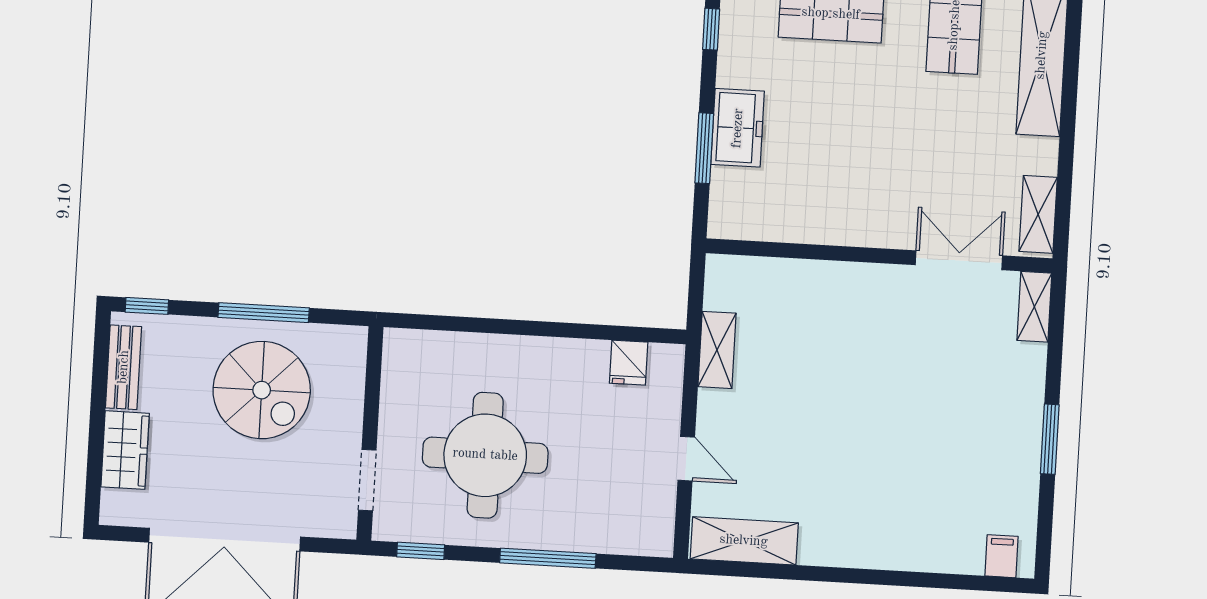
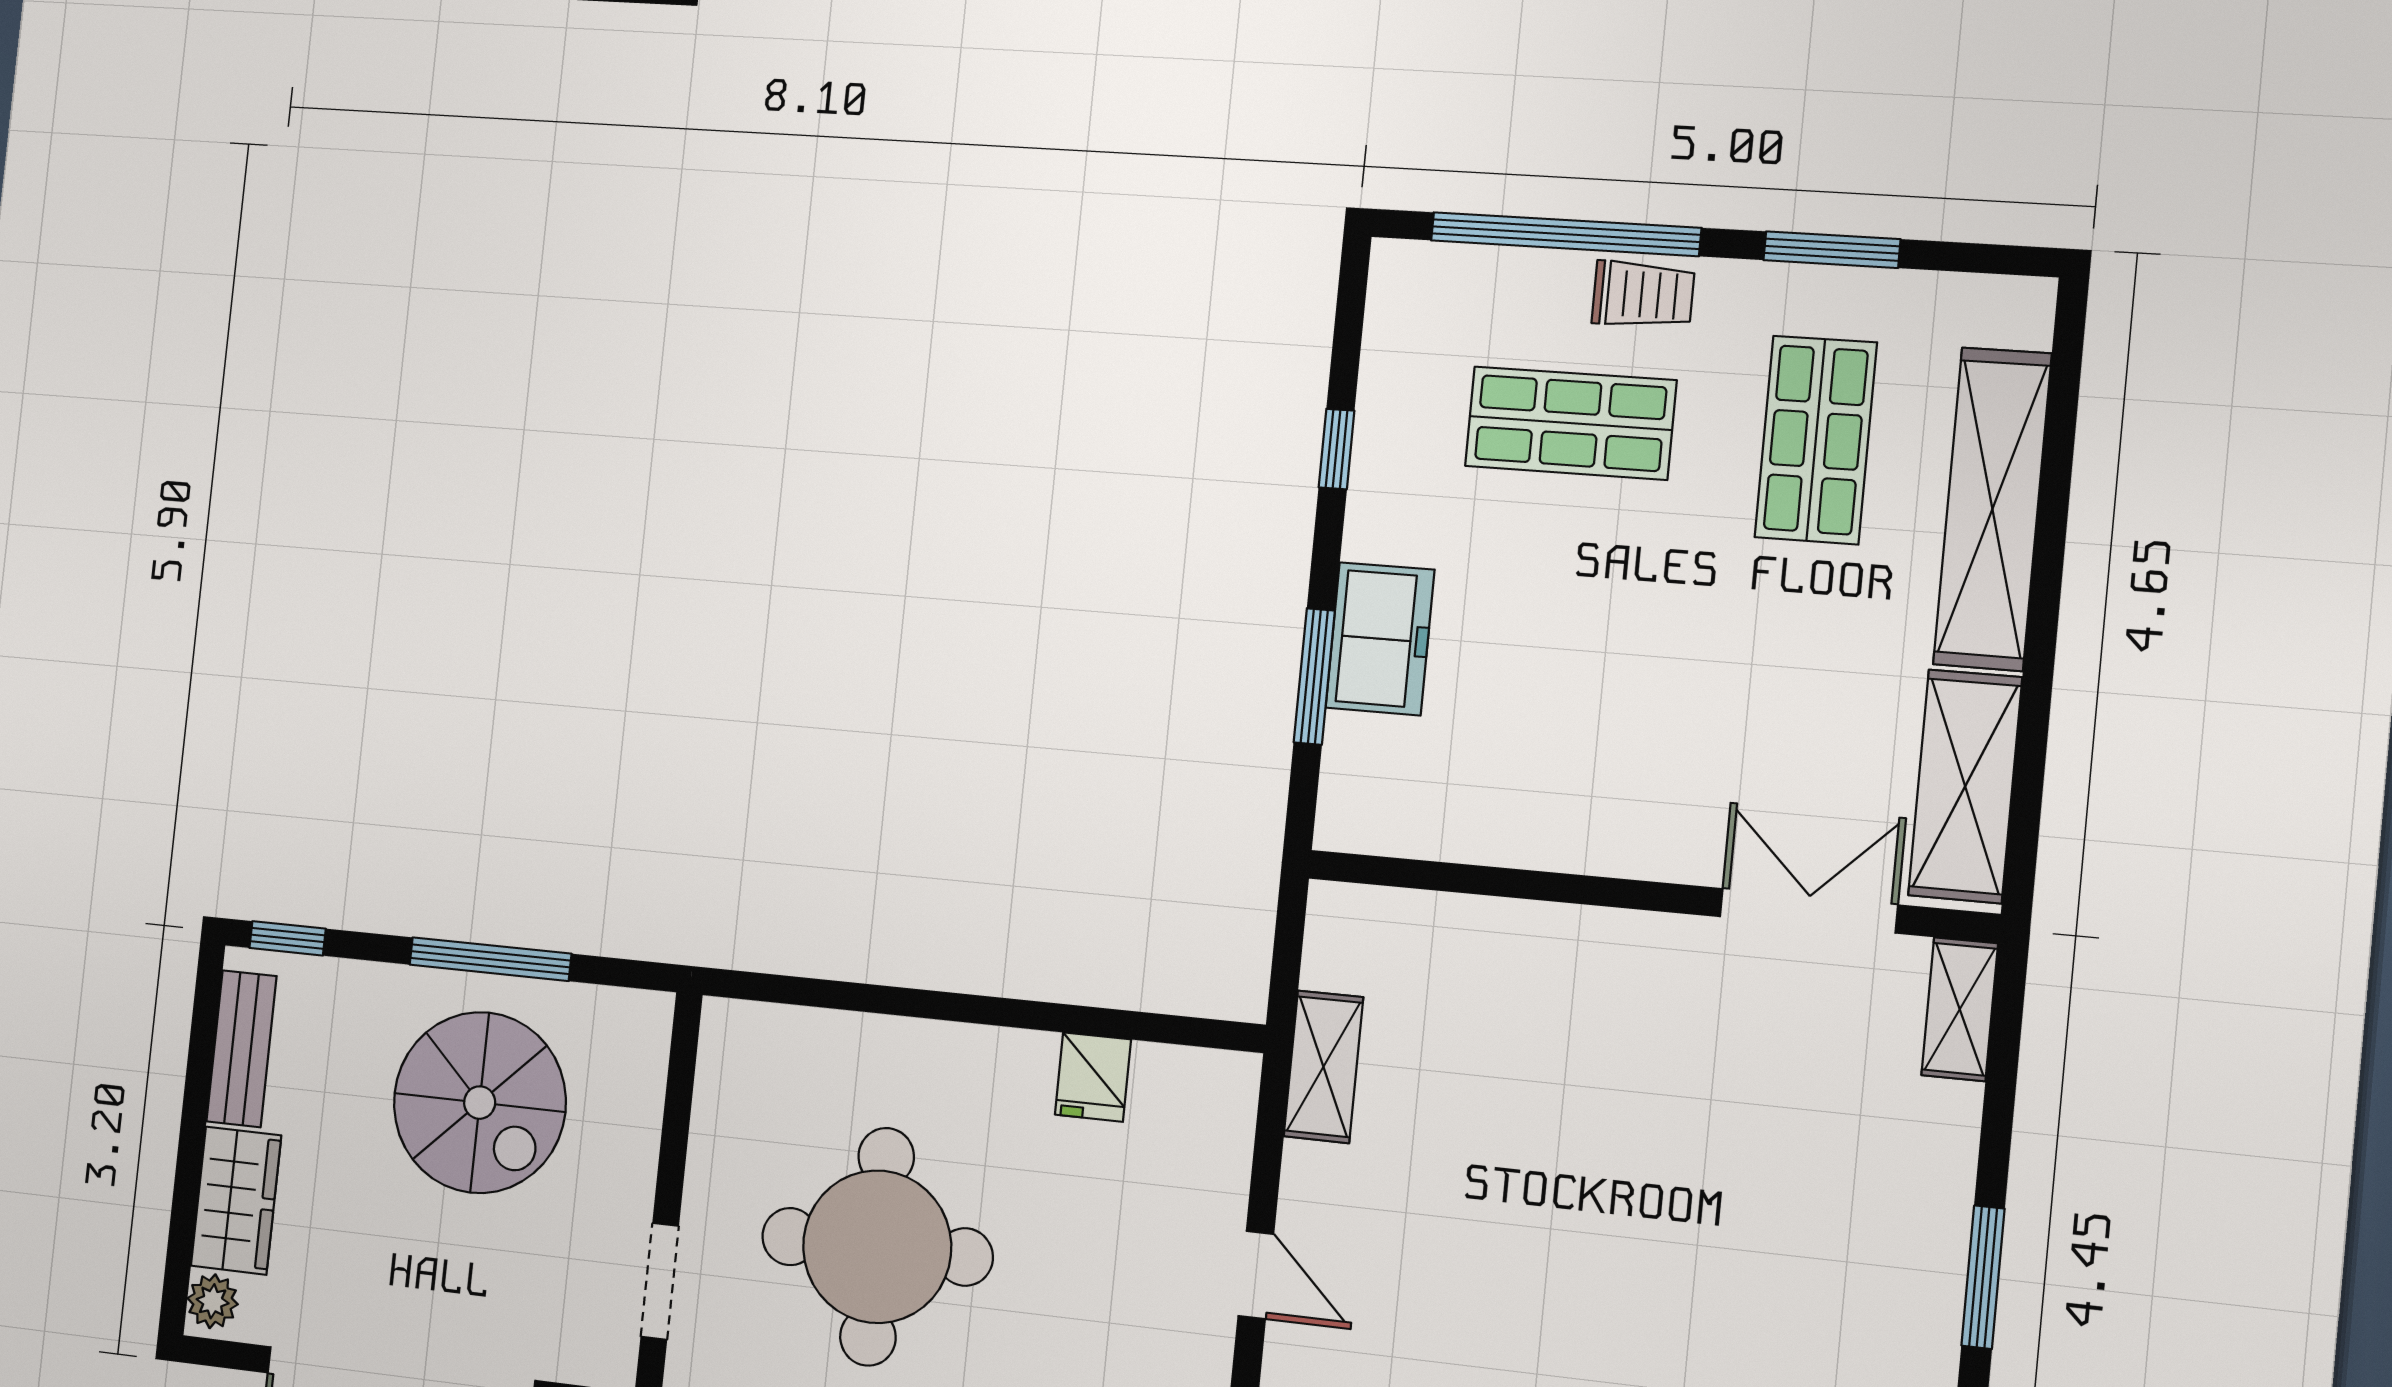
shelving: (1038, 214) -> (1965, 786), width x1.50, depth x1.33
fridge: (629, 363) -> (1093, 1077), moved
plant: (115, 505) -> (213, 1301), added

